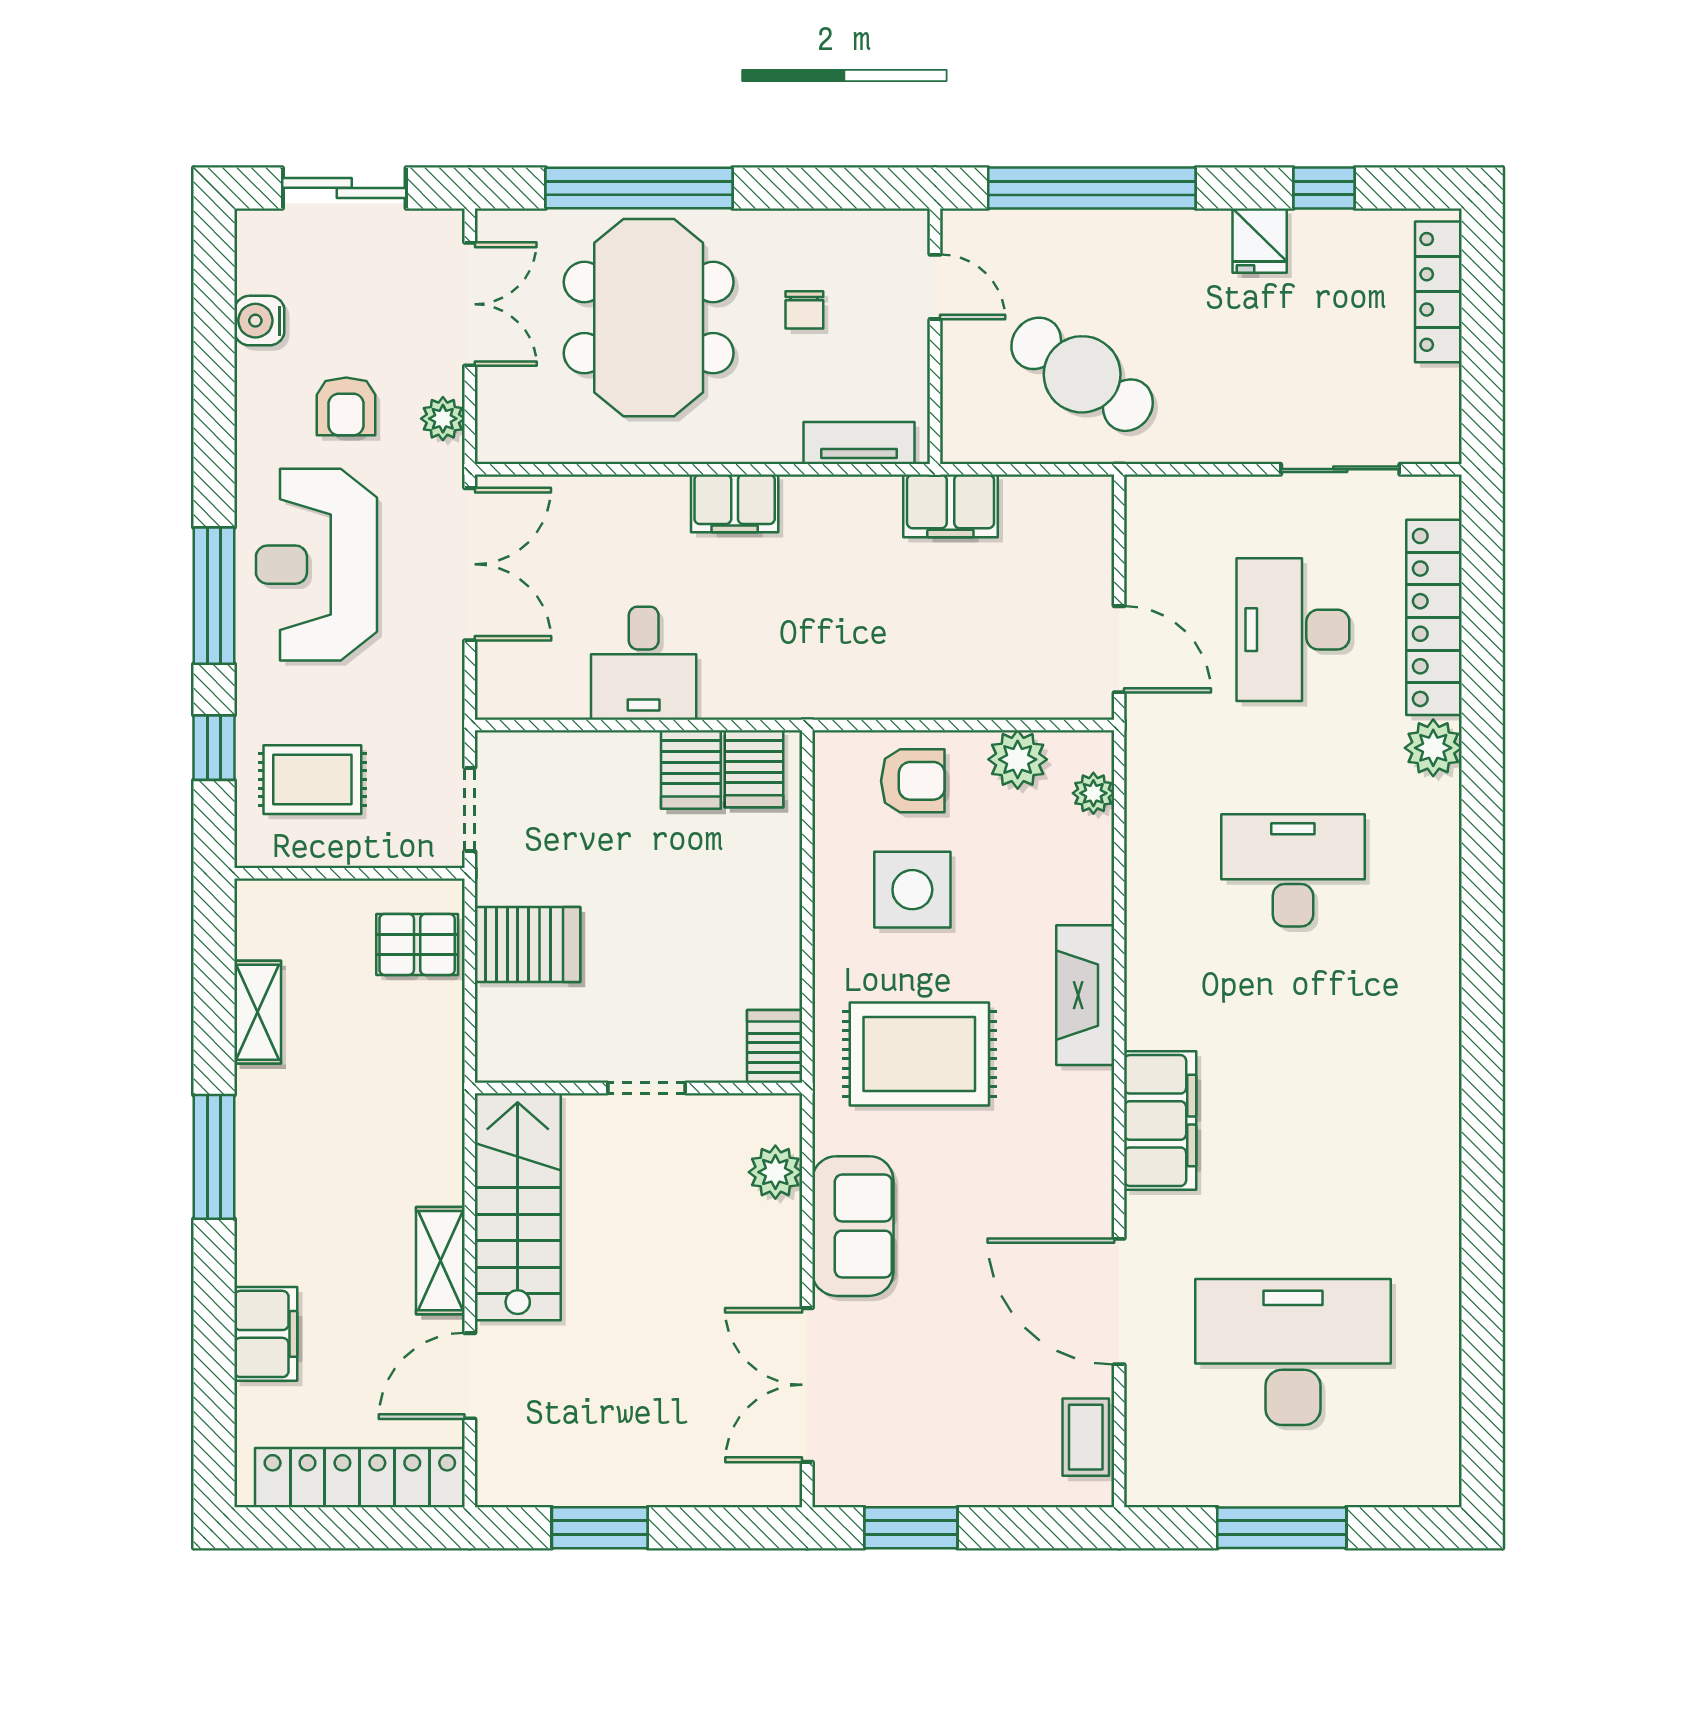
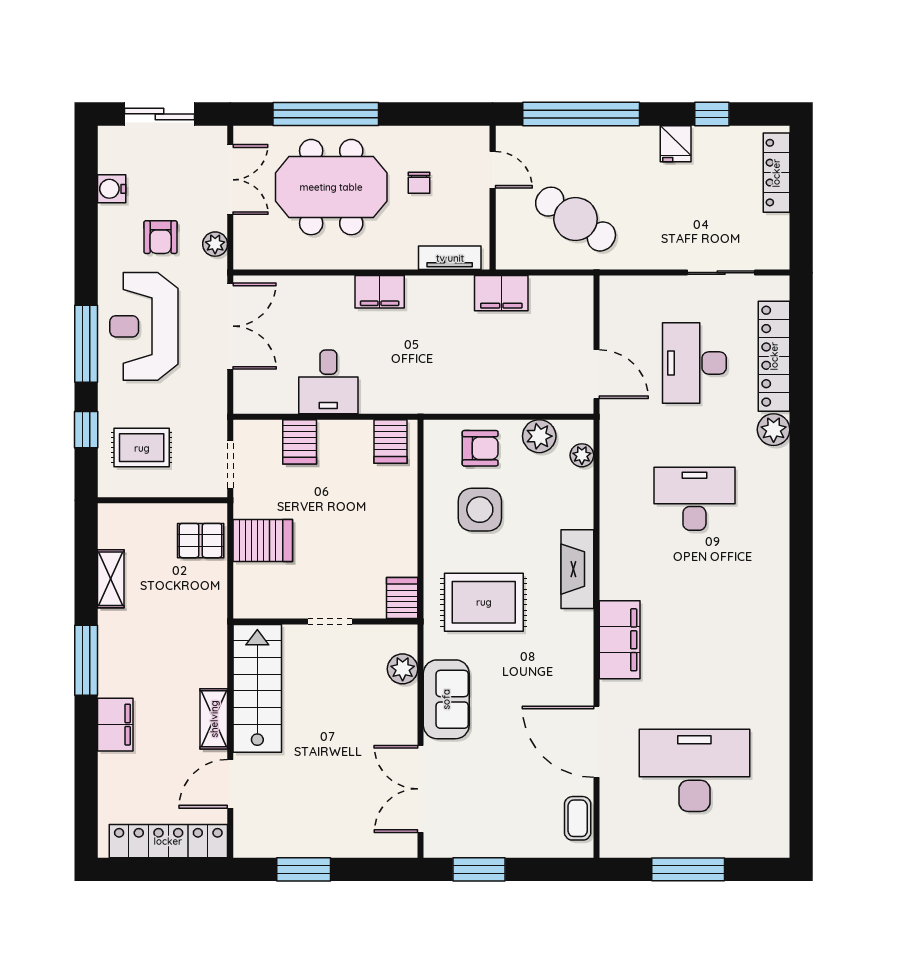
meeting table: (649, 318) -> (331, 187), turned 90
server rack: (691, 770) -> (300, 442), moved
filing cabinet: (266, 1334) -> (115, 725), moved

